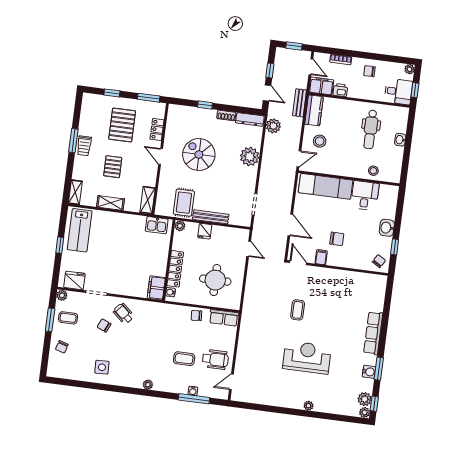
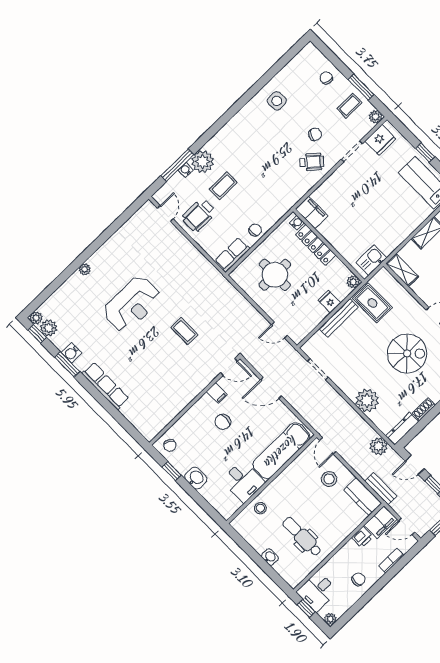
plant: (148, 385) -> (203, 162), moved, width x1.88, depth x1.88

